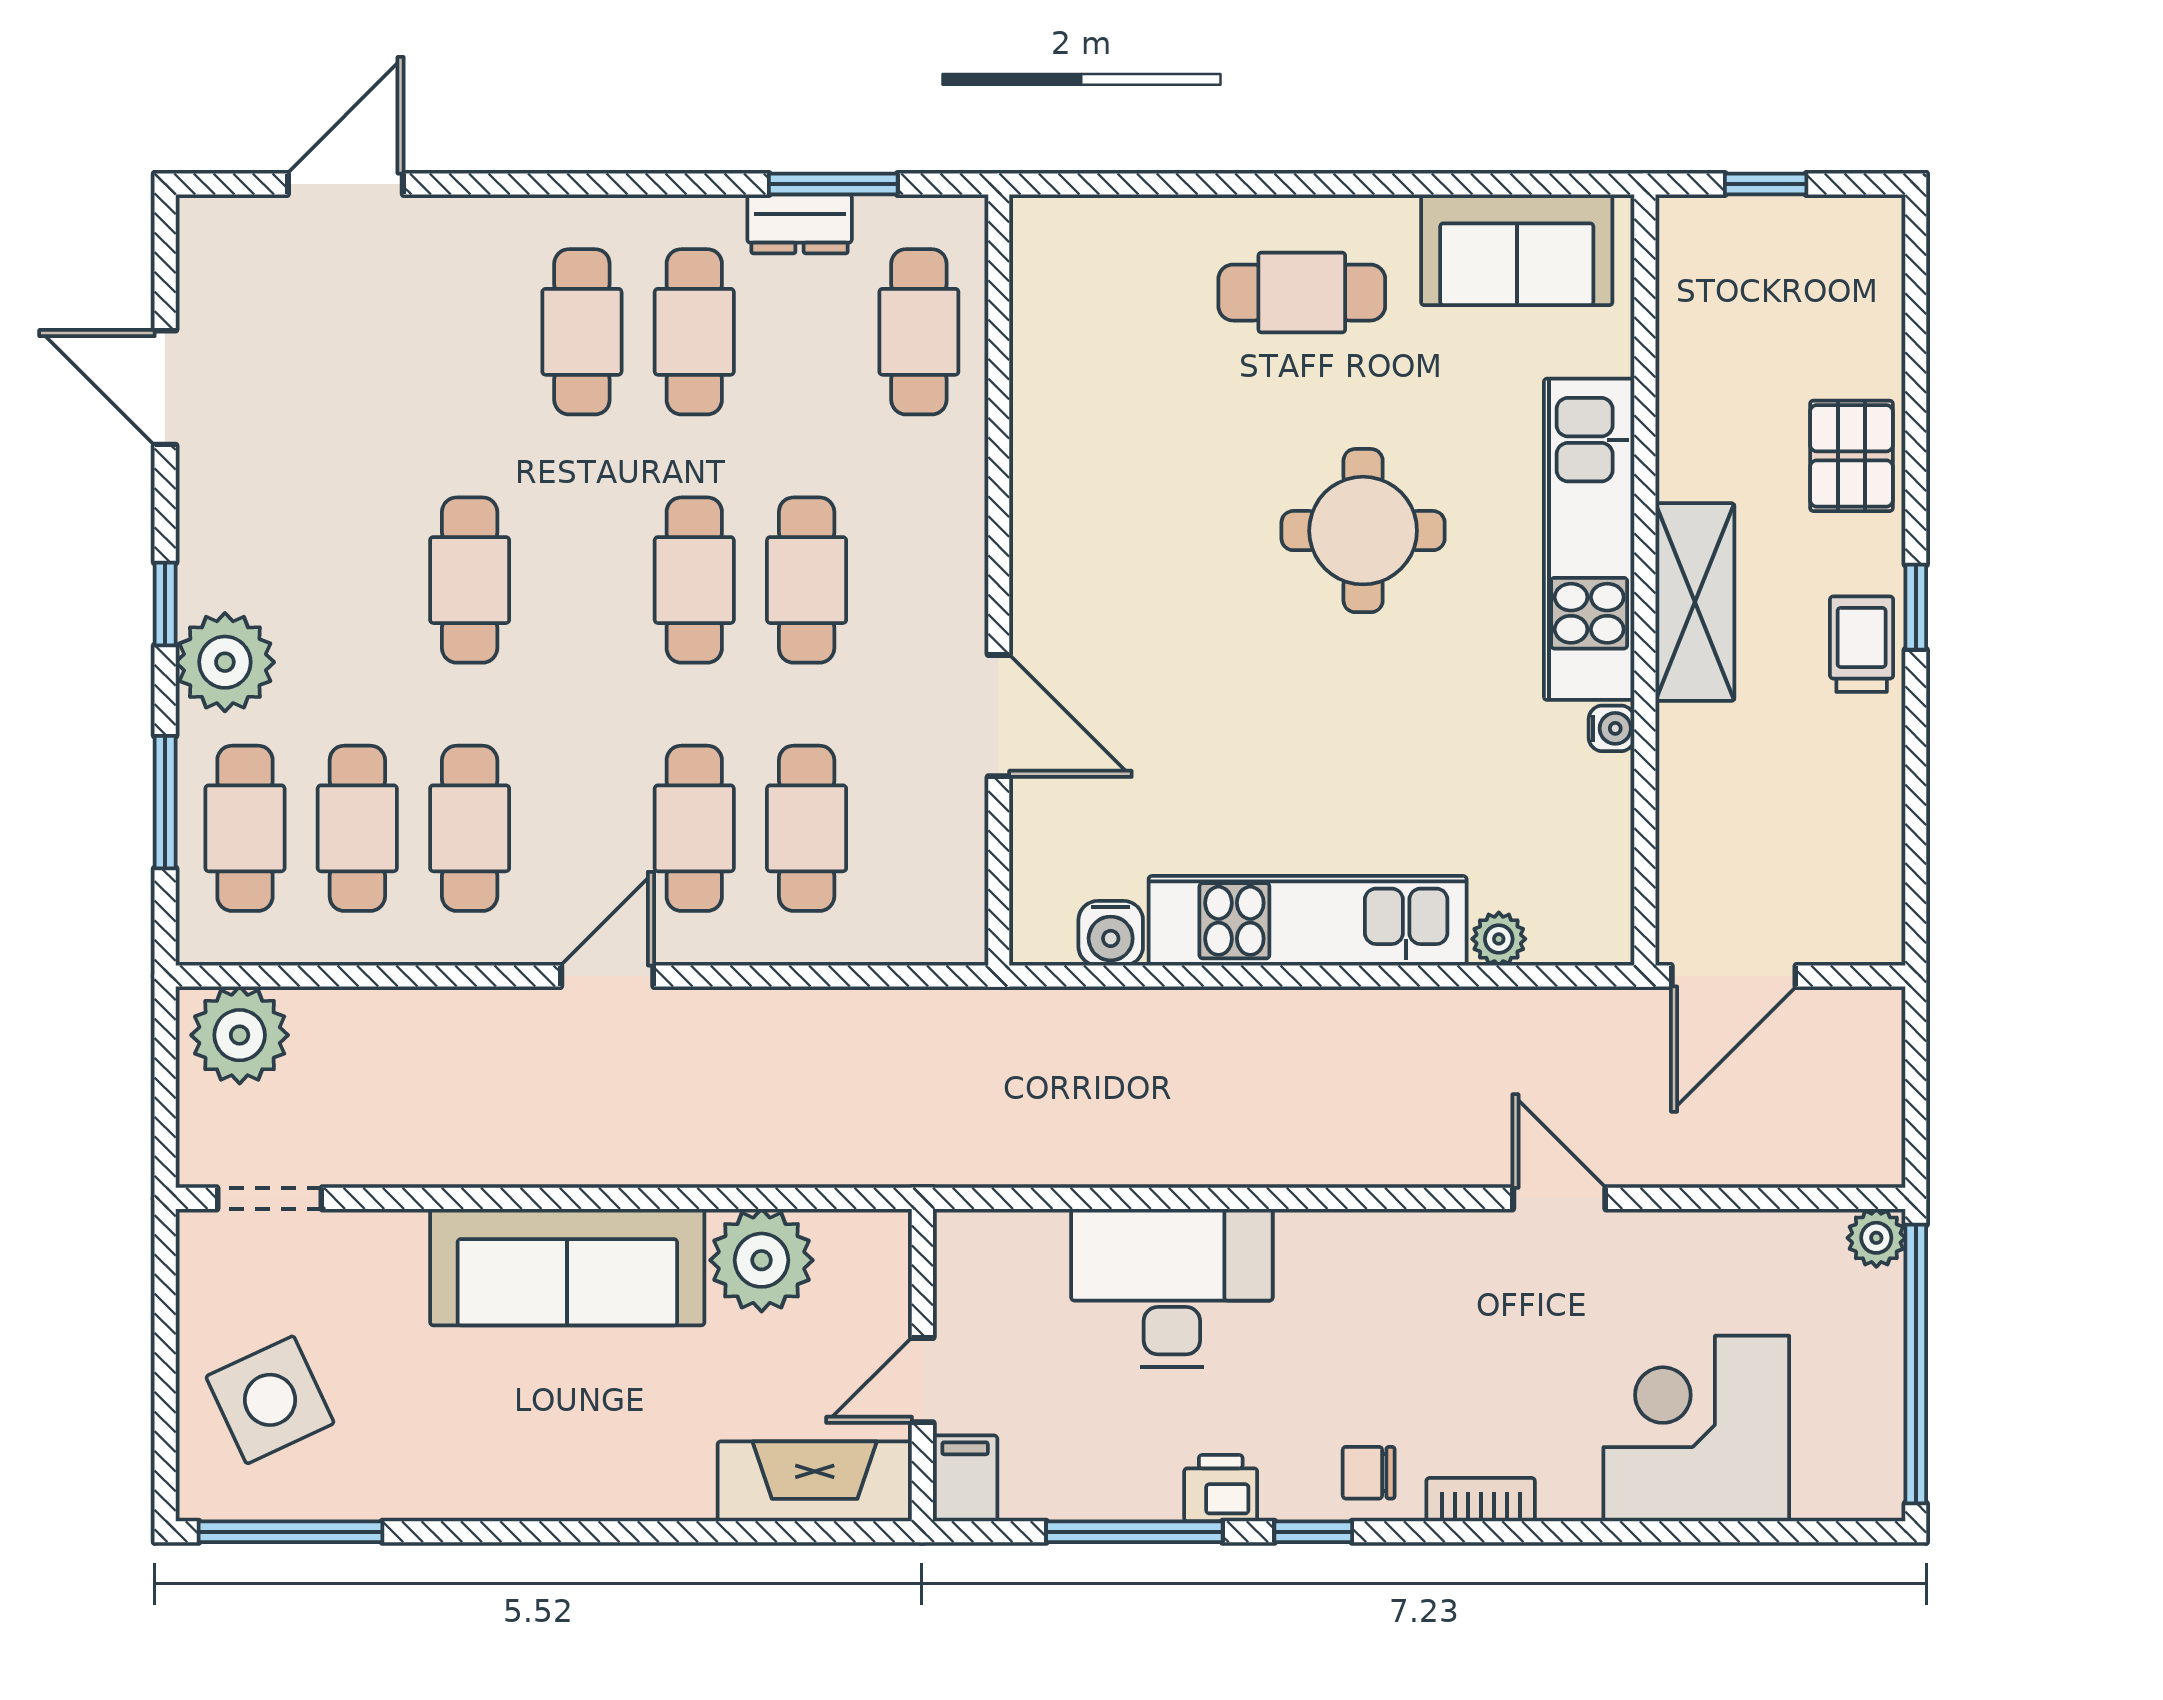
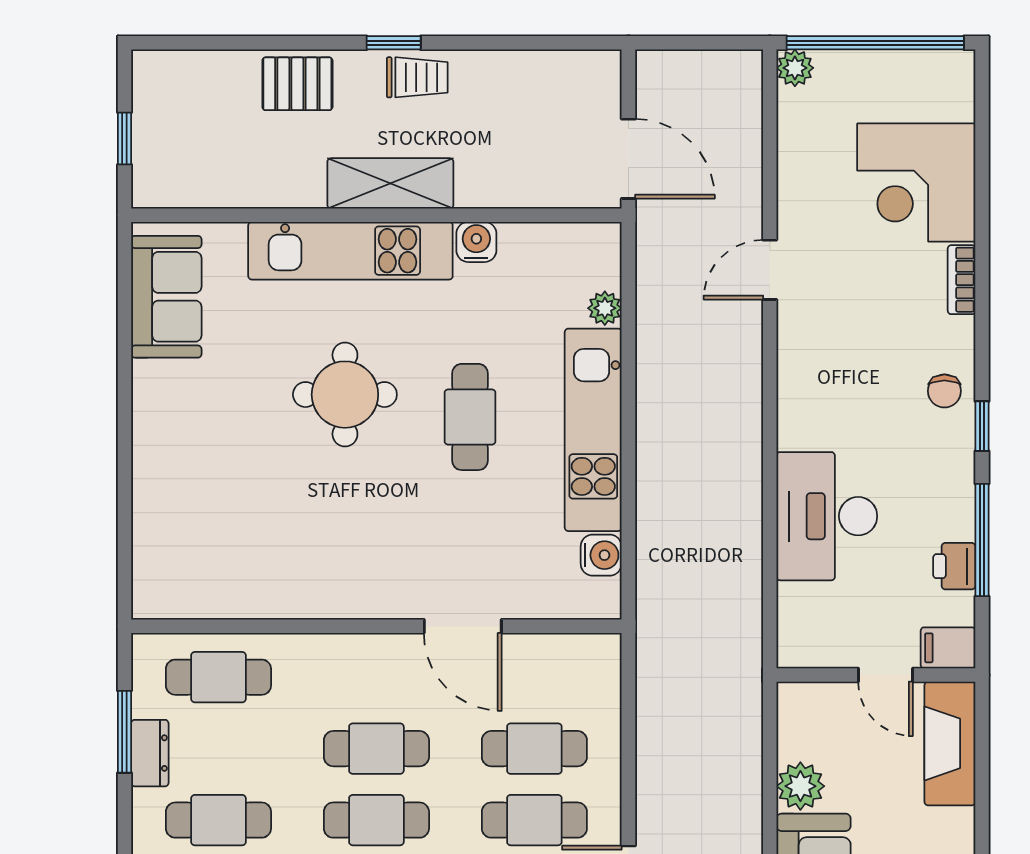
cafe table: (1302, 293) -> (470, 417), moved
trolley: (1862, 644) -> (417, 77), turned 180
door: (999, 716) -> (463, 626), swing flipped
water cooler: (1612, 728) -> (476, 242), width x1.38, depth x1.38
plant: (762, 1260) -> (800, 786), width x0.73, depth x0.73
printer: (1221, 1488) -> (954, 566), moved
bookcase: (1481, 1500) -> (962, 280), moved

